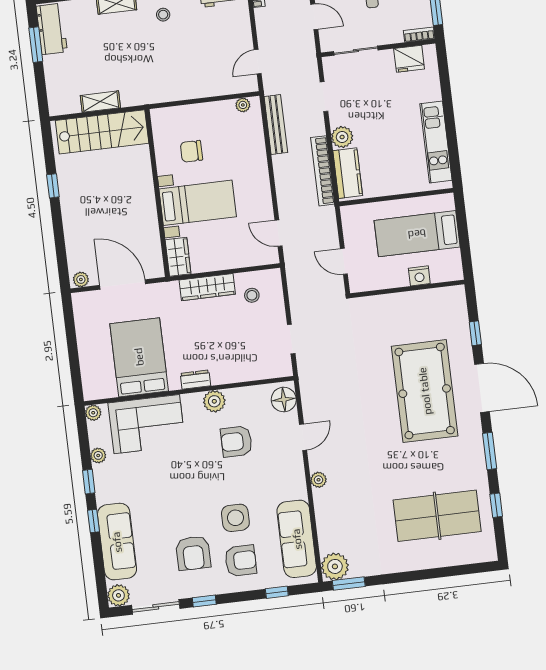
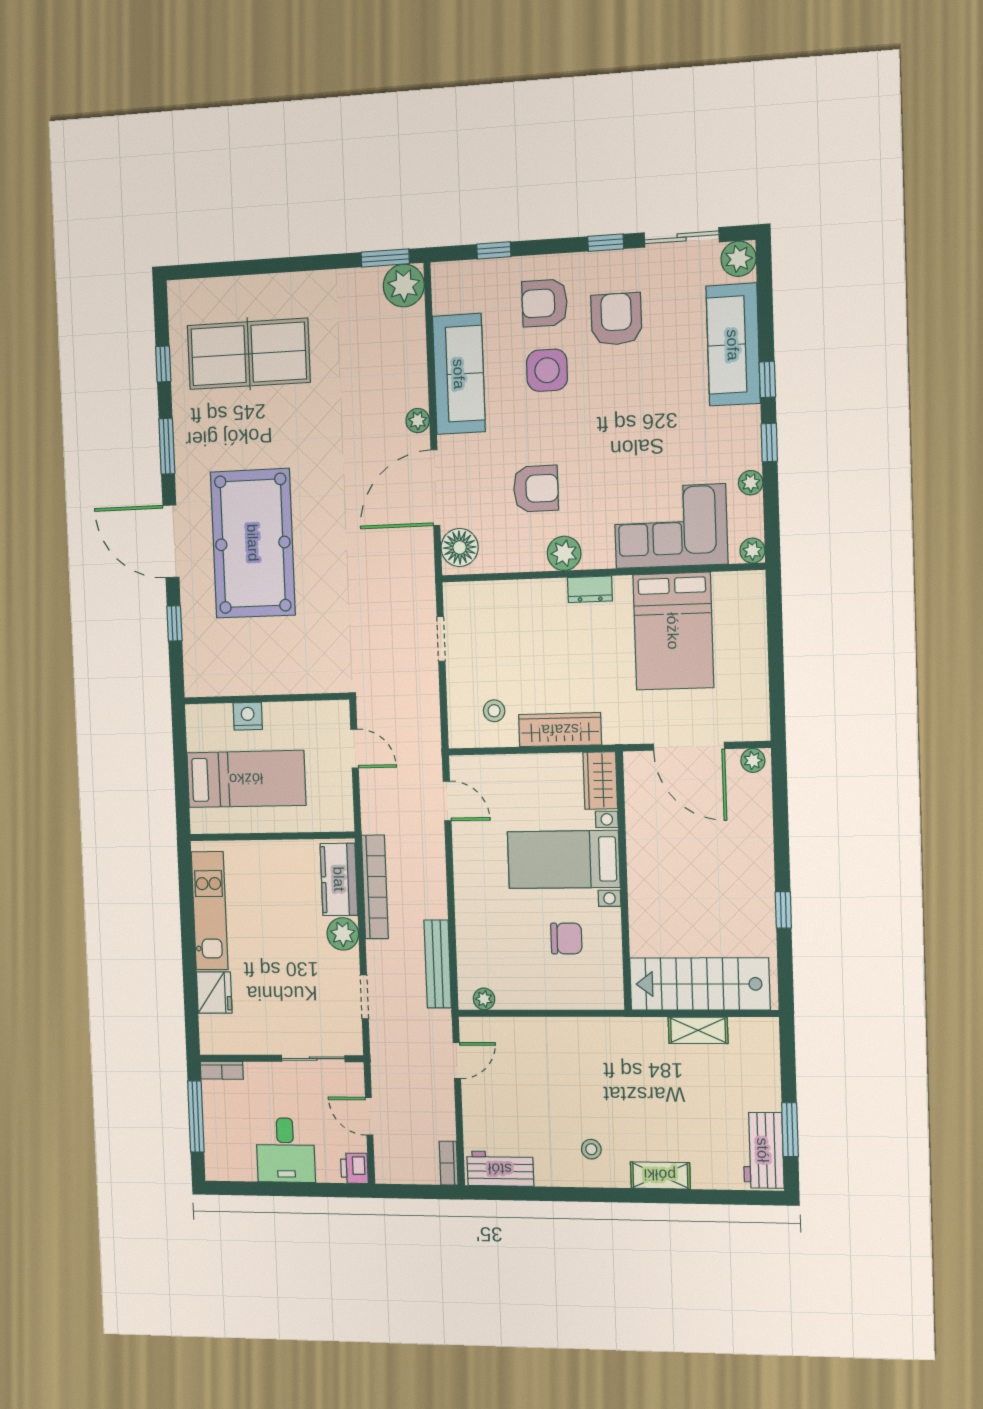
fridge: (409, 59) -> (214, 993), moved, turned 90
door: (303, 437) -> (435, 488), width x1.88
sofa: (297, 539) -> (459, 374), moved

